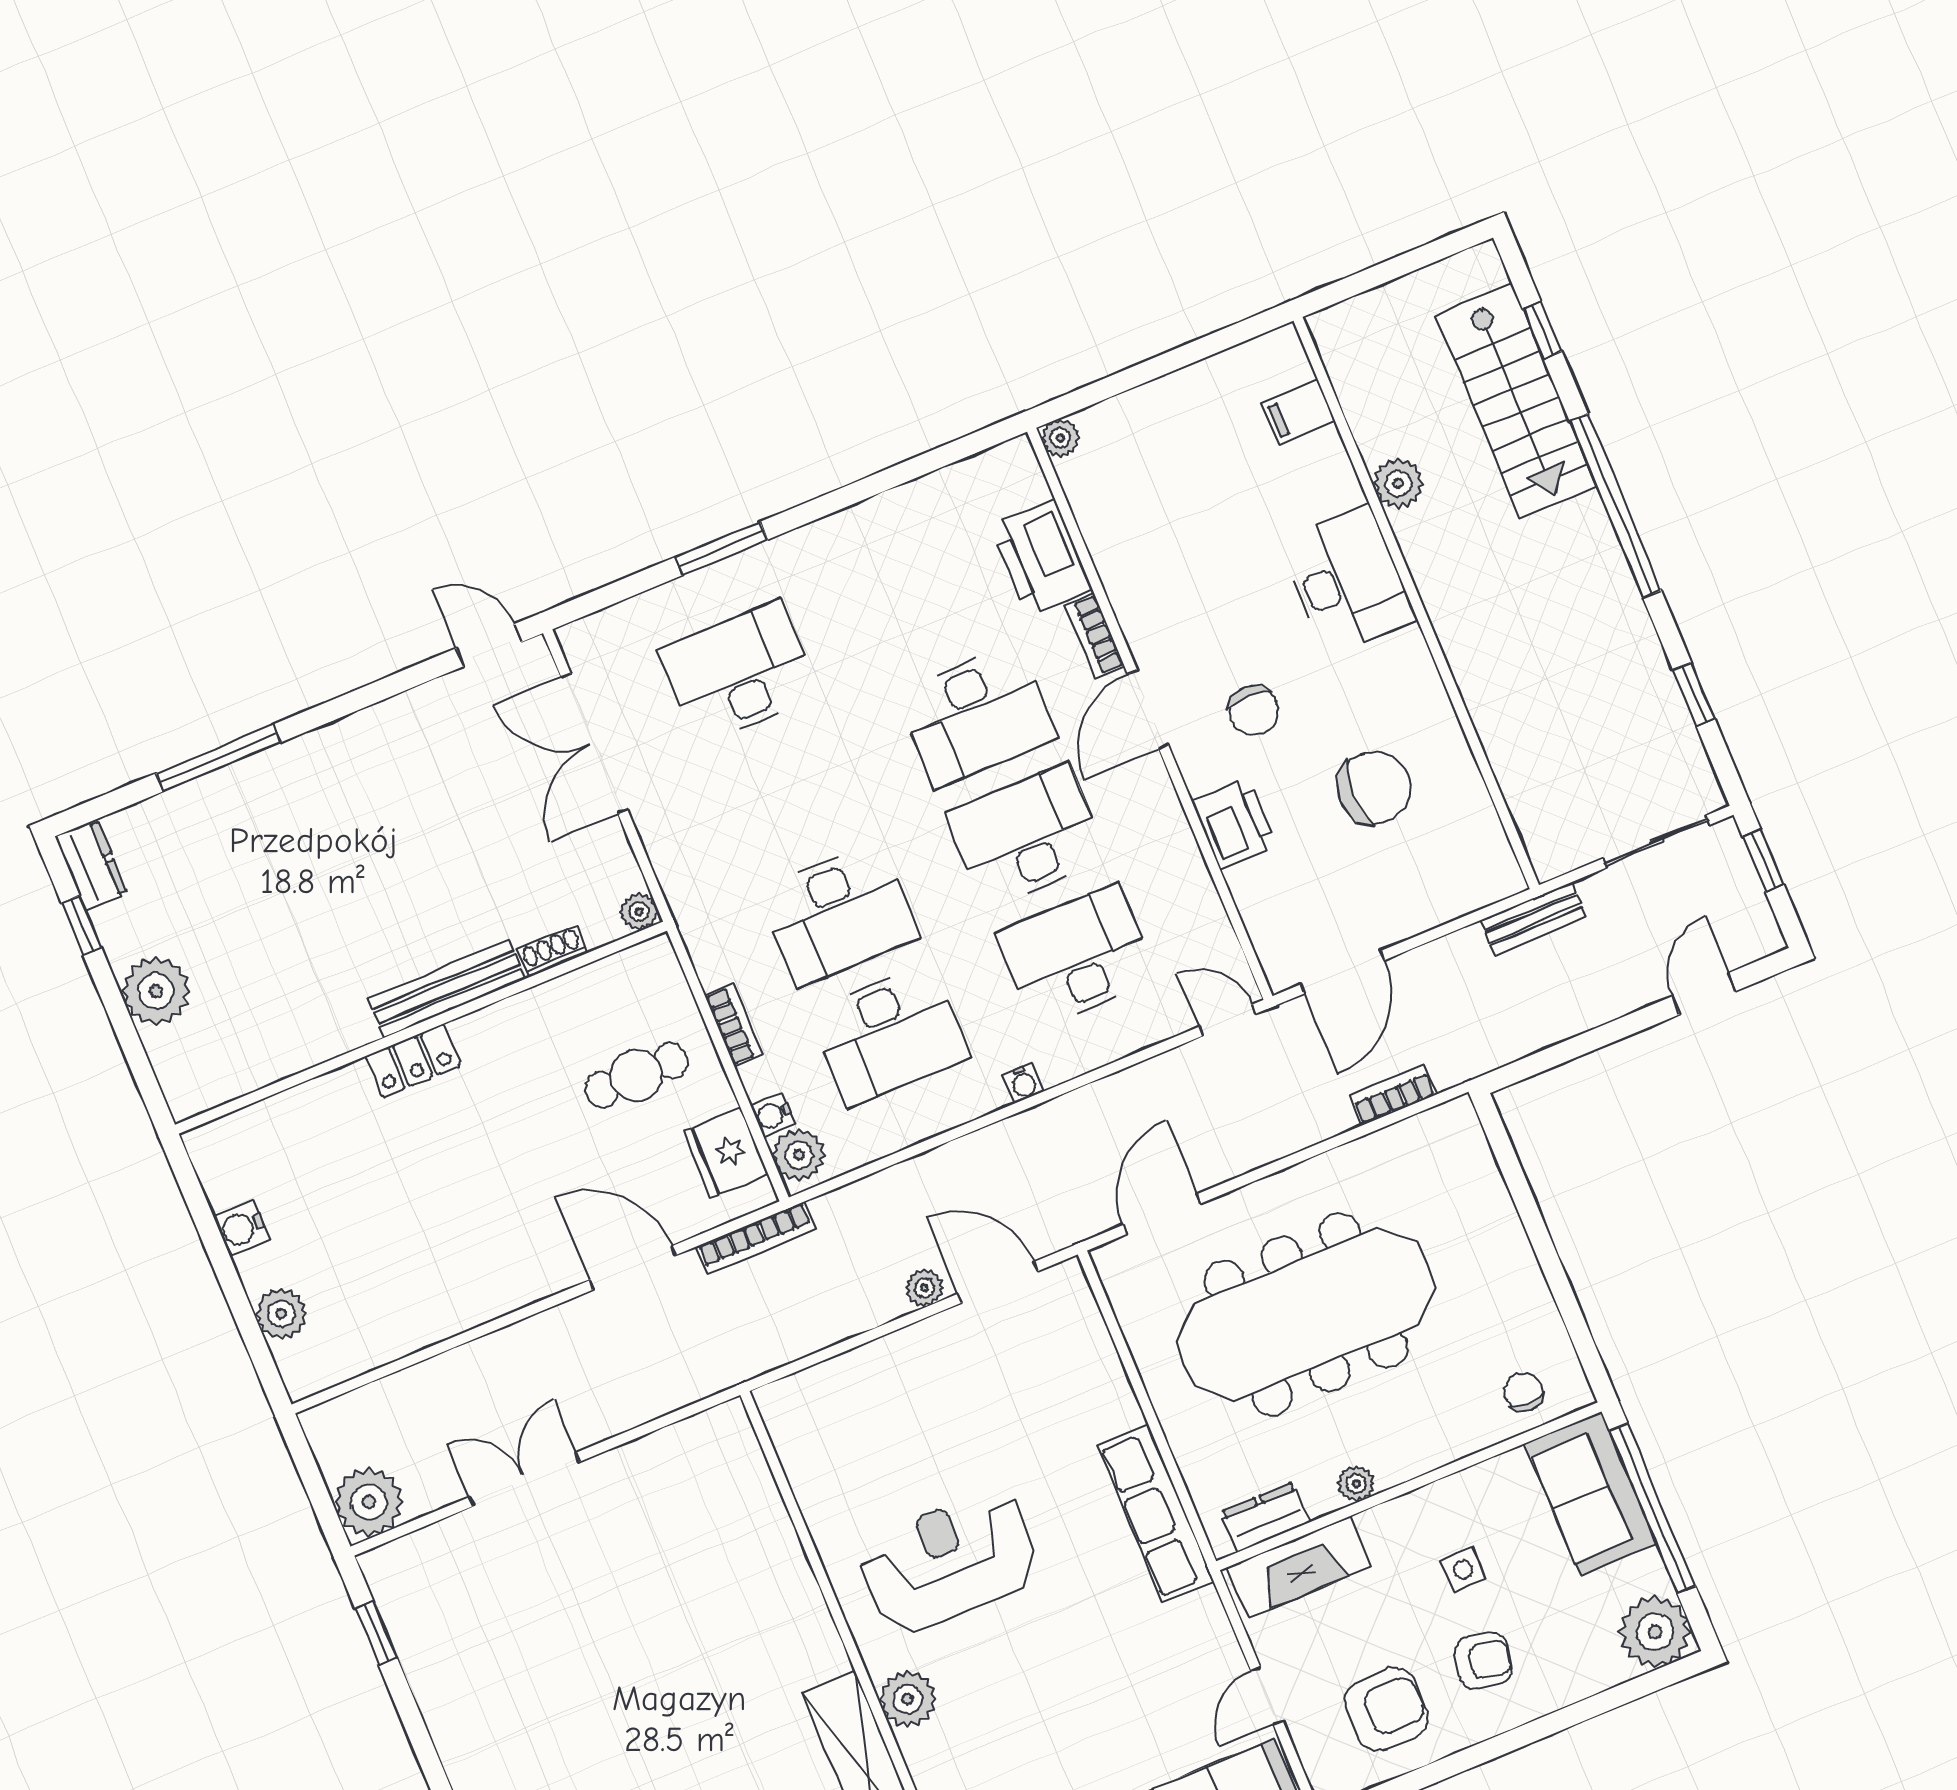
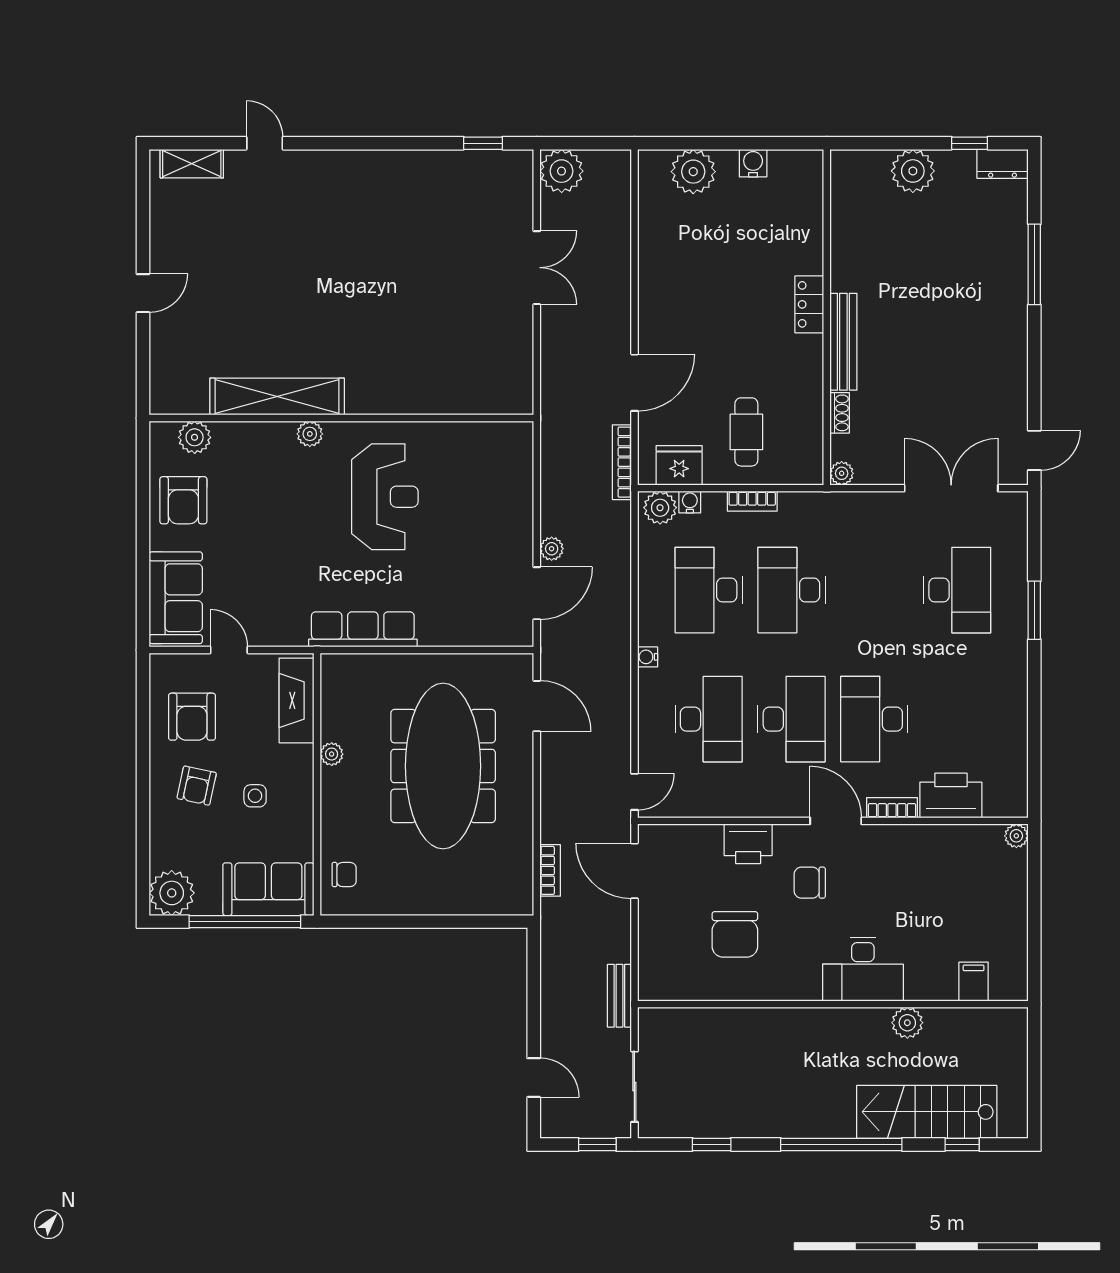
plant: (281, 1314) -> (693, 172), width x1.36, depth x1.36
dresser: (1265, 1517) -> (334, 693), removed
plant: (908, 1699) -> (310, 434), width x0.73, depth x0.73

